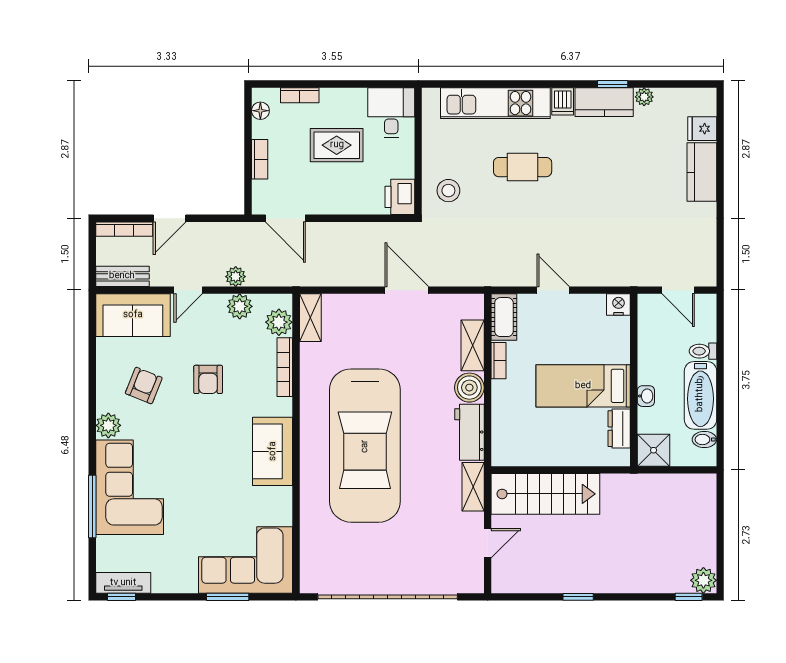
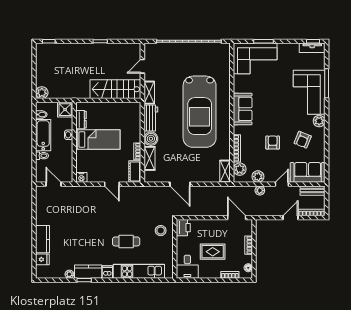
car: (365, 446) -> (200, 112), turned 180
plant: (703, 580) -> (42, 93), moved

